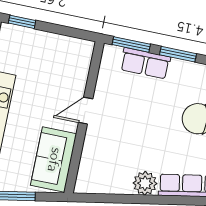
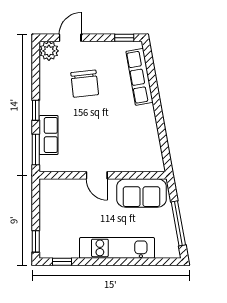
window: (178, 54) -> (36, 110), width x0.67
plant: (145, 183) -> (145, 115), removed

